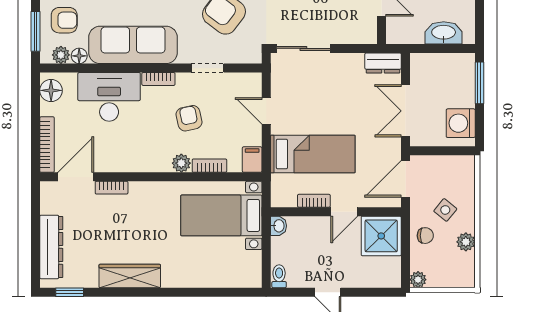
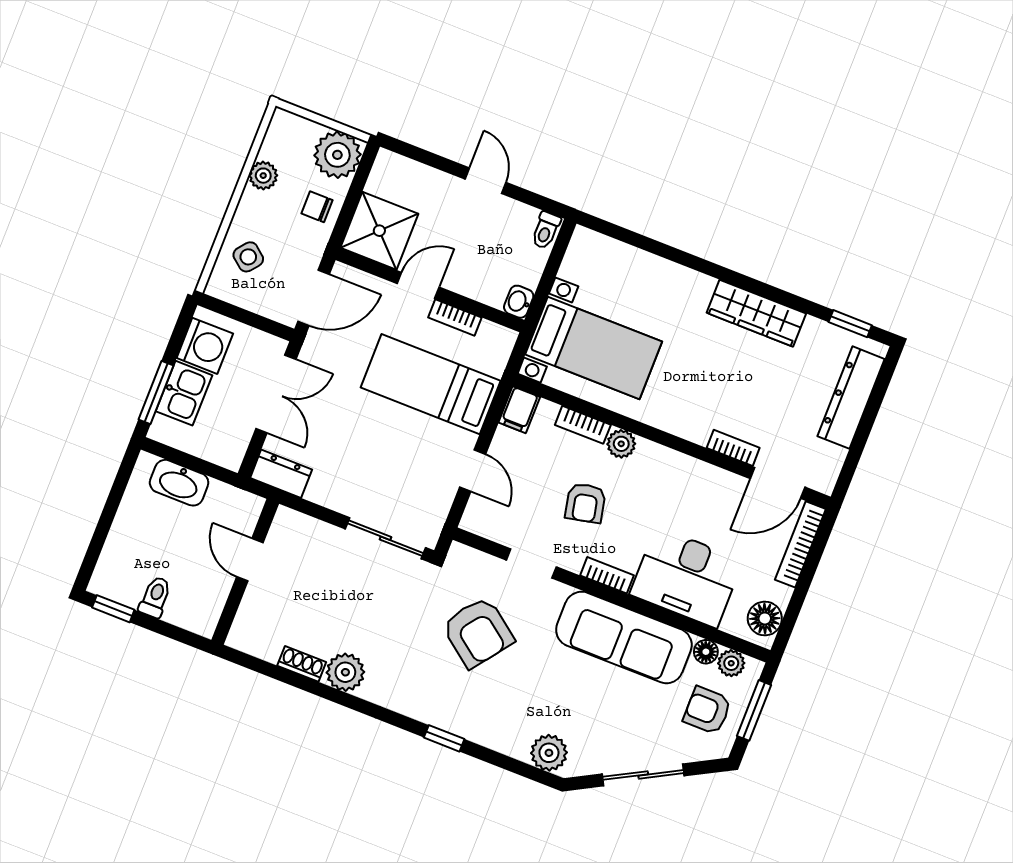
kitchen sink: (462, 89) -> (184, 393), added
side table: (445, 210) -> (248, 257), moved
plant: (418, 280) -> (337, 155), width x1.87, depth x1.87

